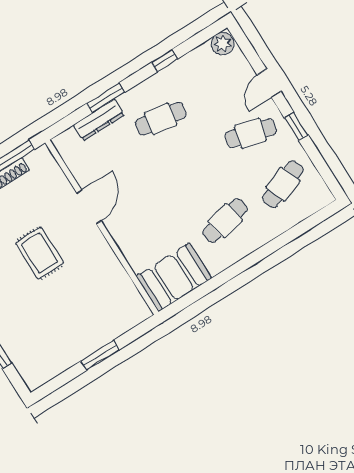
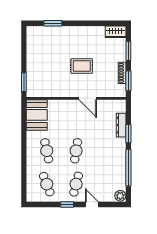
window: (165, 61) -> (128, 168), width x3.17
cafe table: (161, 119) -> (76, 151), moved
window: (100, 355) -> (24, 82), moved

